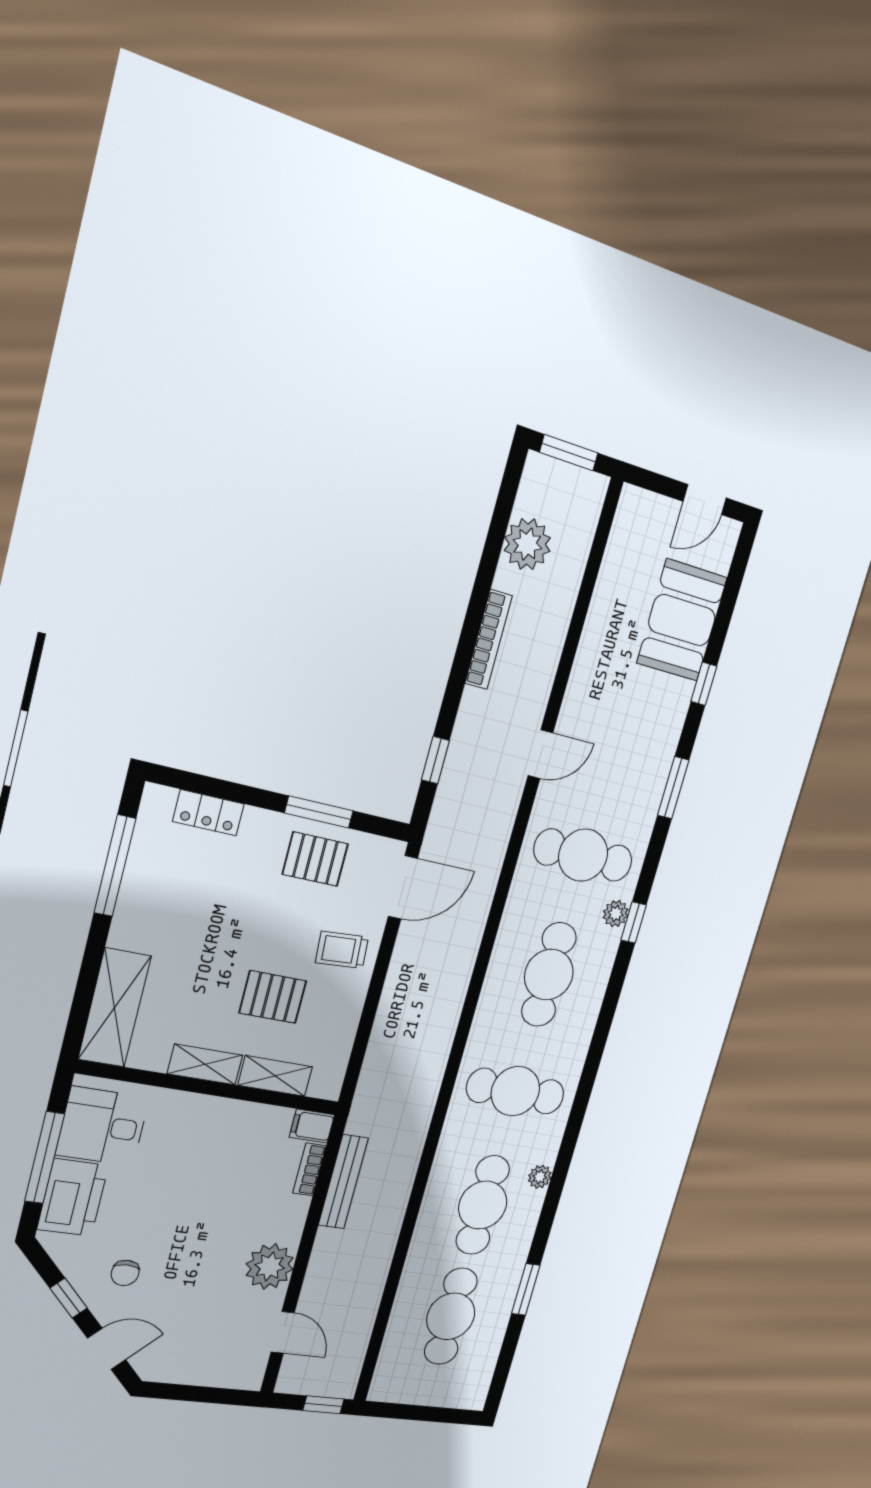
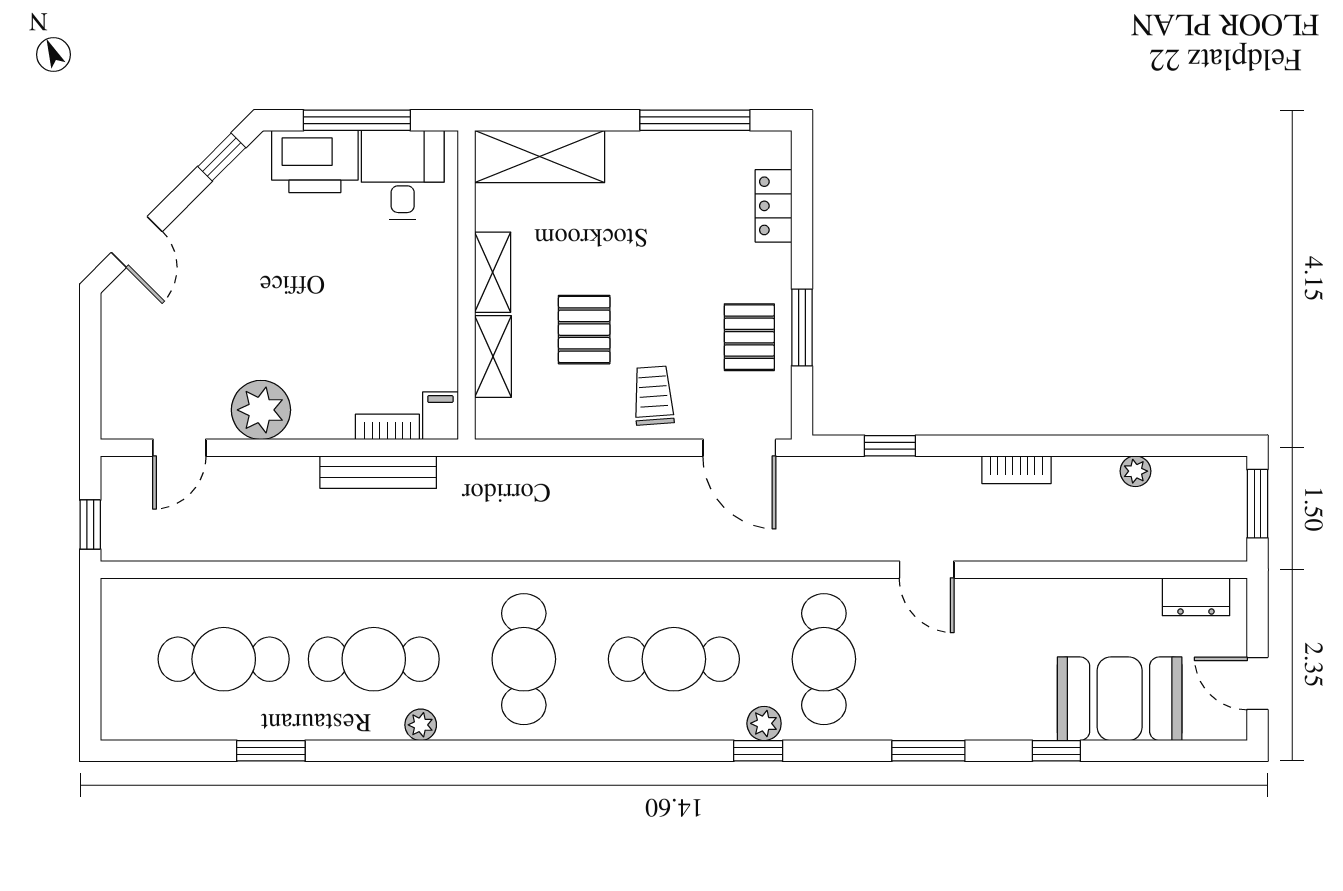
dresser: (625, 531) -> (1196, 597), added
plant: (527, 544) -> (1135, 471), width x0.53, depth x0.53
bookcase: (489, 640) -> (1016, 470), width x0.64
chair: (125, 1273) -> (232, 241), removed
window: (69, 1298) -> (222, 157), moved

